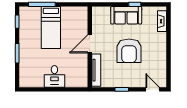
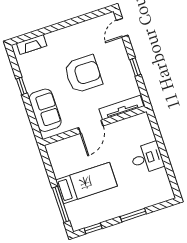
sofa: (126, 15) -> (45, 110), moved
door: (90, 44) -> (91, 127), hinge flipped

